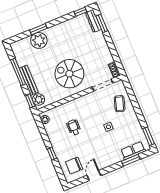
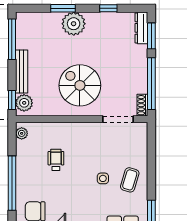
window: (80, 12) -> (108, 8), moved
plant: (39, 40) -> (74, 24), moved
window: (114, 54) -> (151, 84), added
window: (18, 72) -> (12, 39), moved
coffee table: (120, 104) -> (130, 180), moved
window: (52, 154) -> (12, 183), width x3.17

